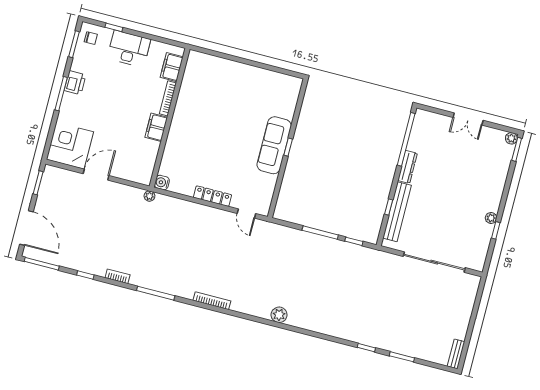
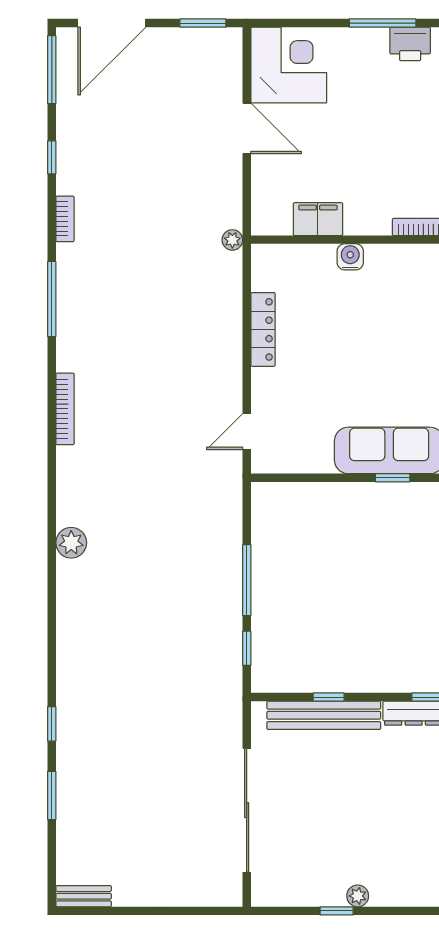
filing cabinet: (156, 127) -> (318, 219), moved
water cooler: (162, 183) -> (350, 257), moved
locker: (212, 196) -> (263, 329), moved

